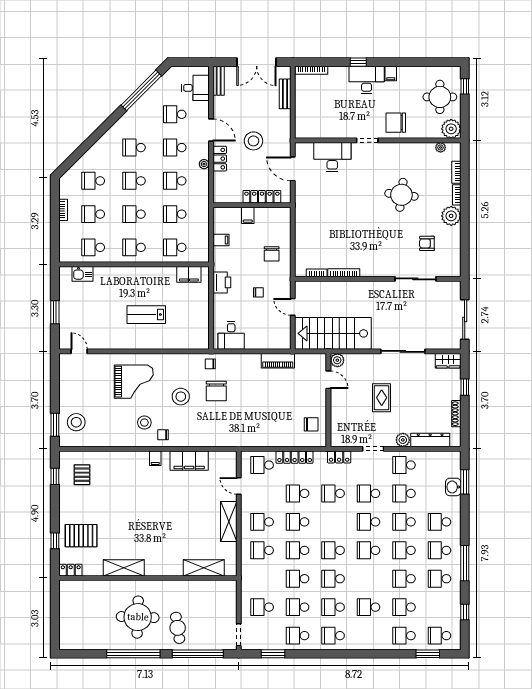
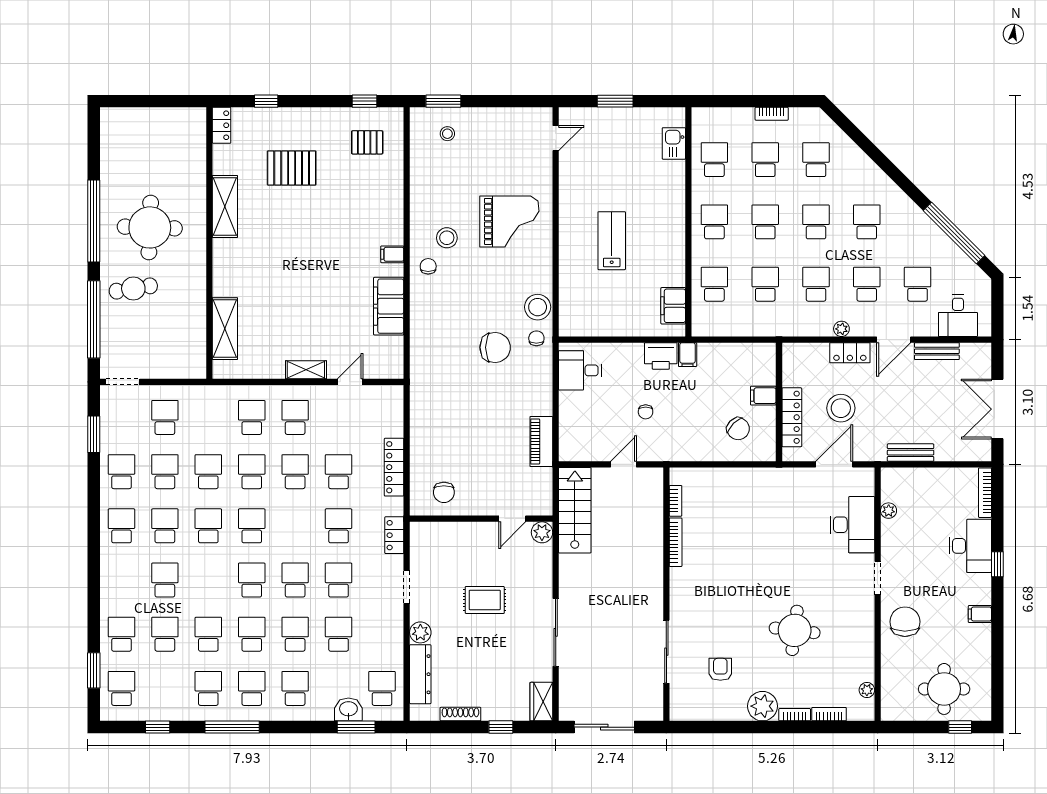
desk: (367, 80) -> (970, 546), moved
bench: (219, 81) -> (937, 351), moved
bench: (285, 94) -> (911, 453), moved
plant: (451, 129) -> (889, 511), moved, width x0.53, depth x0.53
stool: (253, 141) -> (841, 408), moved
filing cabinet: (221, 240) -> (688, 355), moved
chair: (272, 254) -> (738, 429), moved, turned -135
stairs: (333, 333) -> (575, 510), width x0.73, depth x0.66
grand piano: (134, 382) -> (509, 221), turned -90
chair: (216, 391) -> (495, 347), turned 180
stool: (181, 397) -> (538, 307), moved
stool: (76, 422) -> (447, 134), width x0.53, depth x0.53
school desk: (262, 465) -> (382, 417), removed
school desk: (404, 465) -> (382, 688), moved
shelving: (229, 521) -> (306, 370), width x0.67, depth x0.75
pallet: (81, 536) -> (292, 168), moved, turned 90

